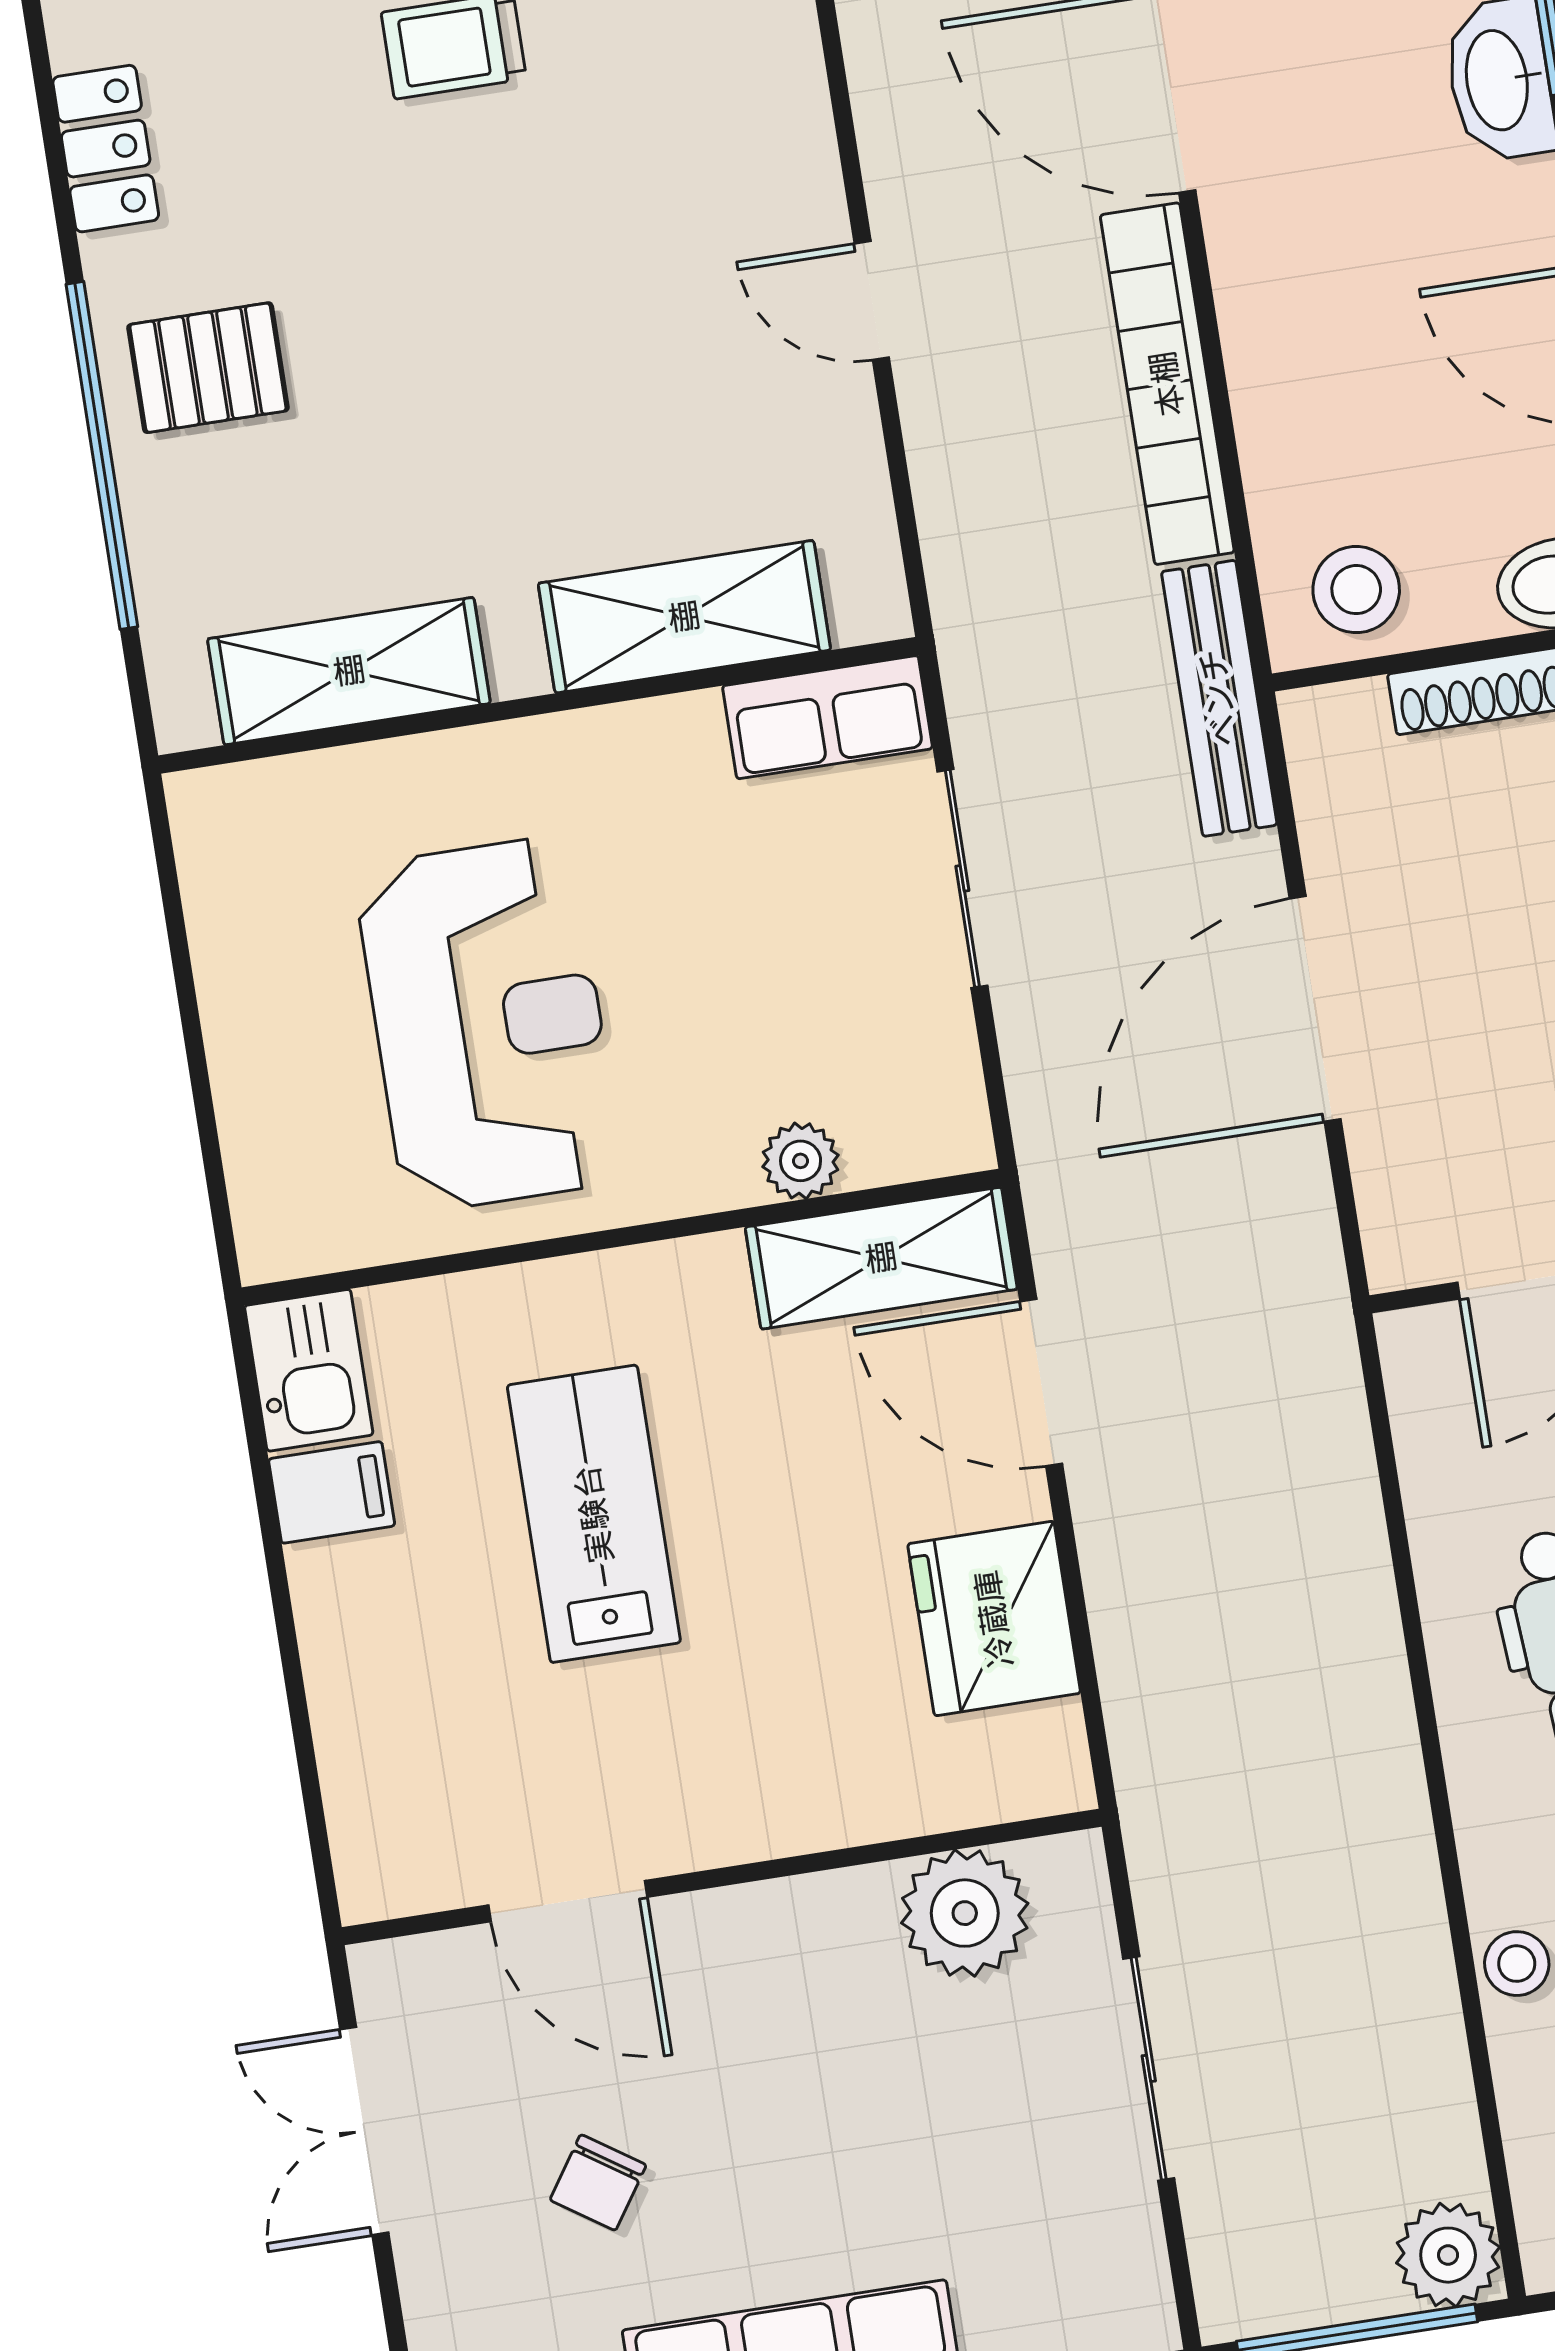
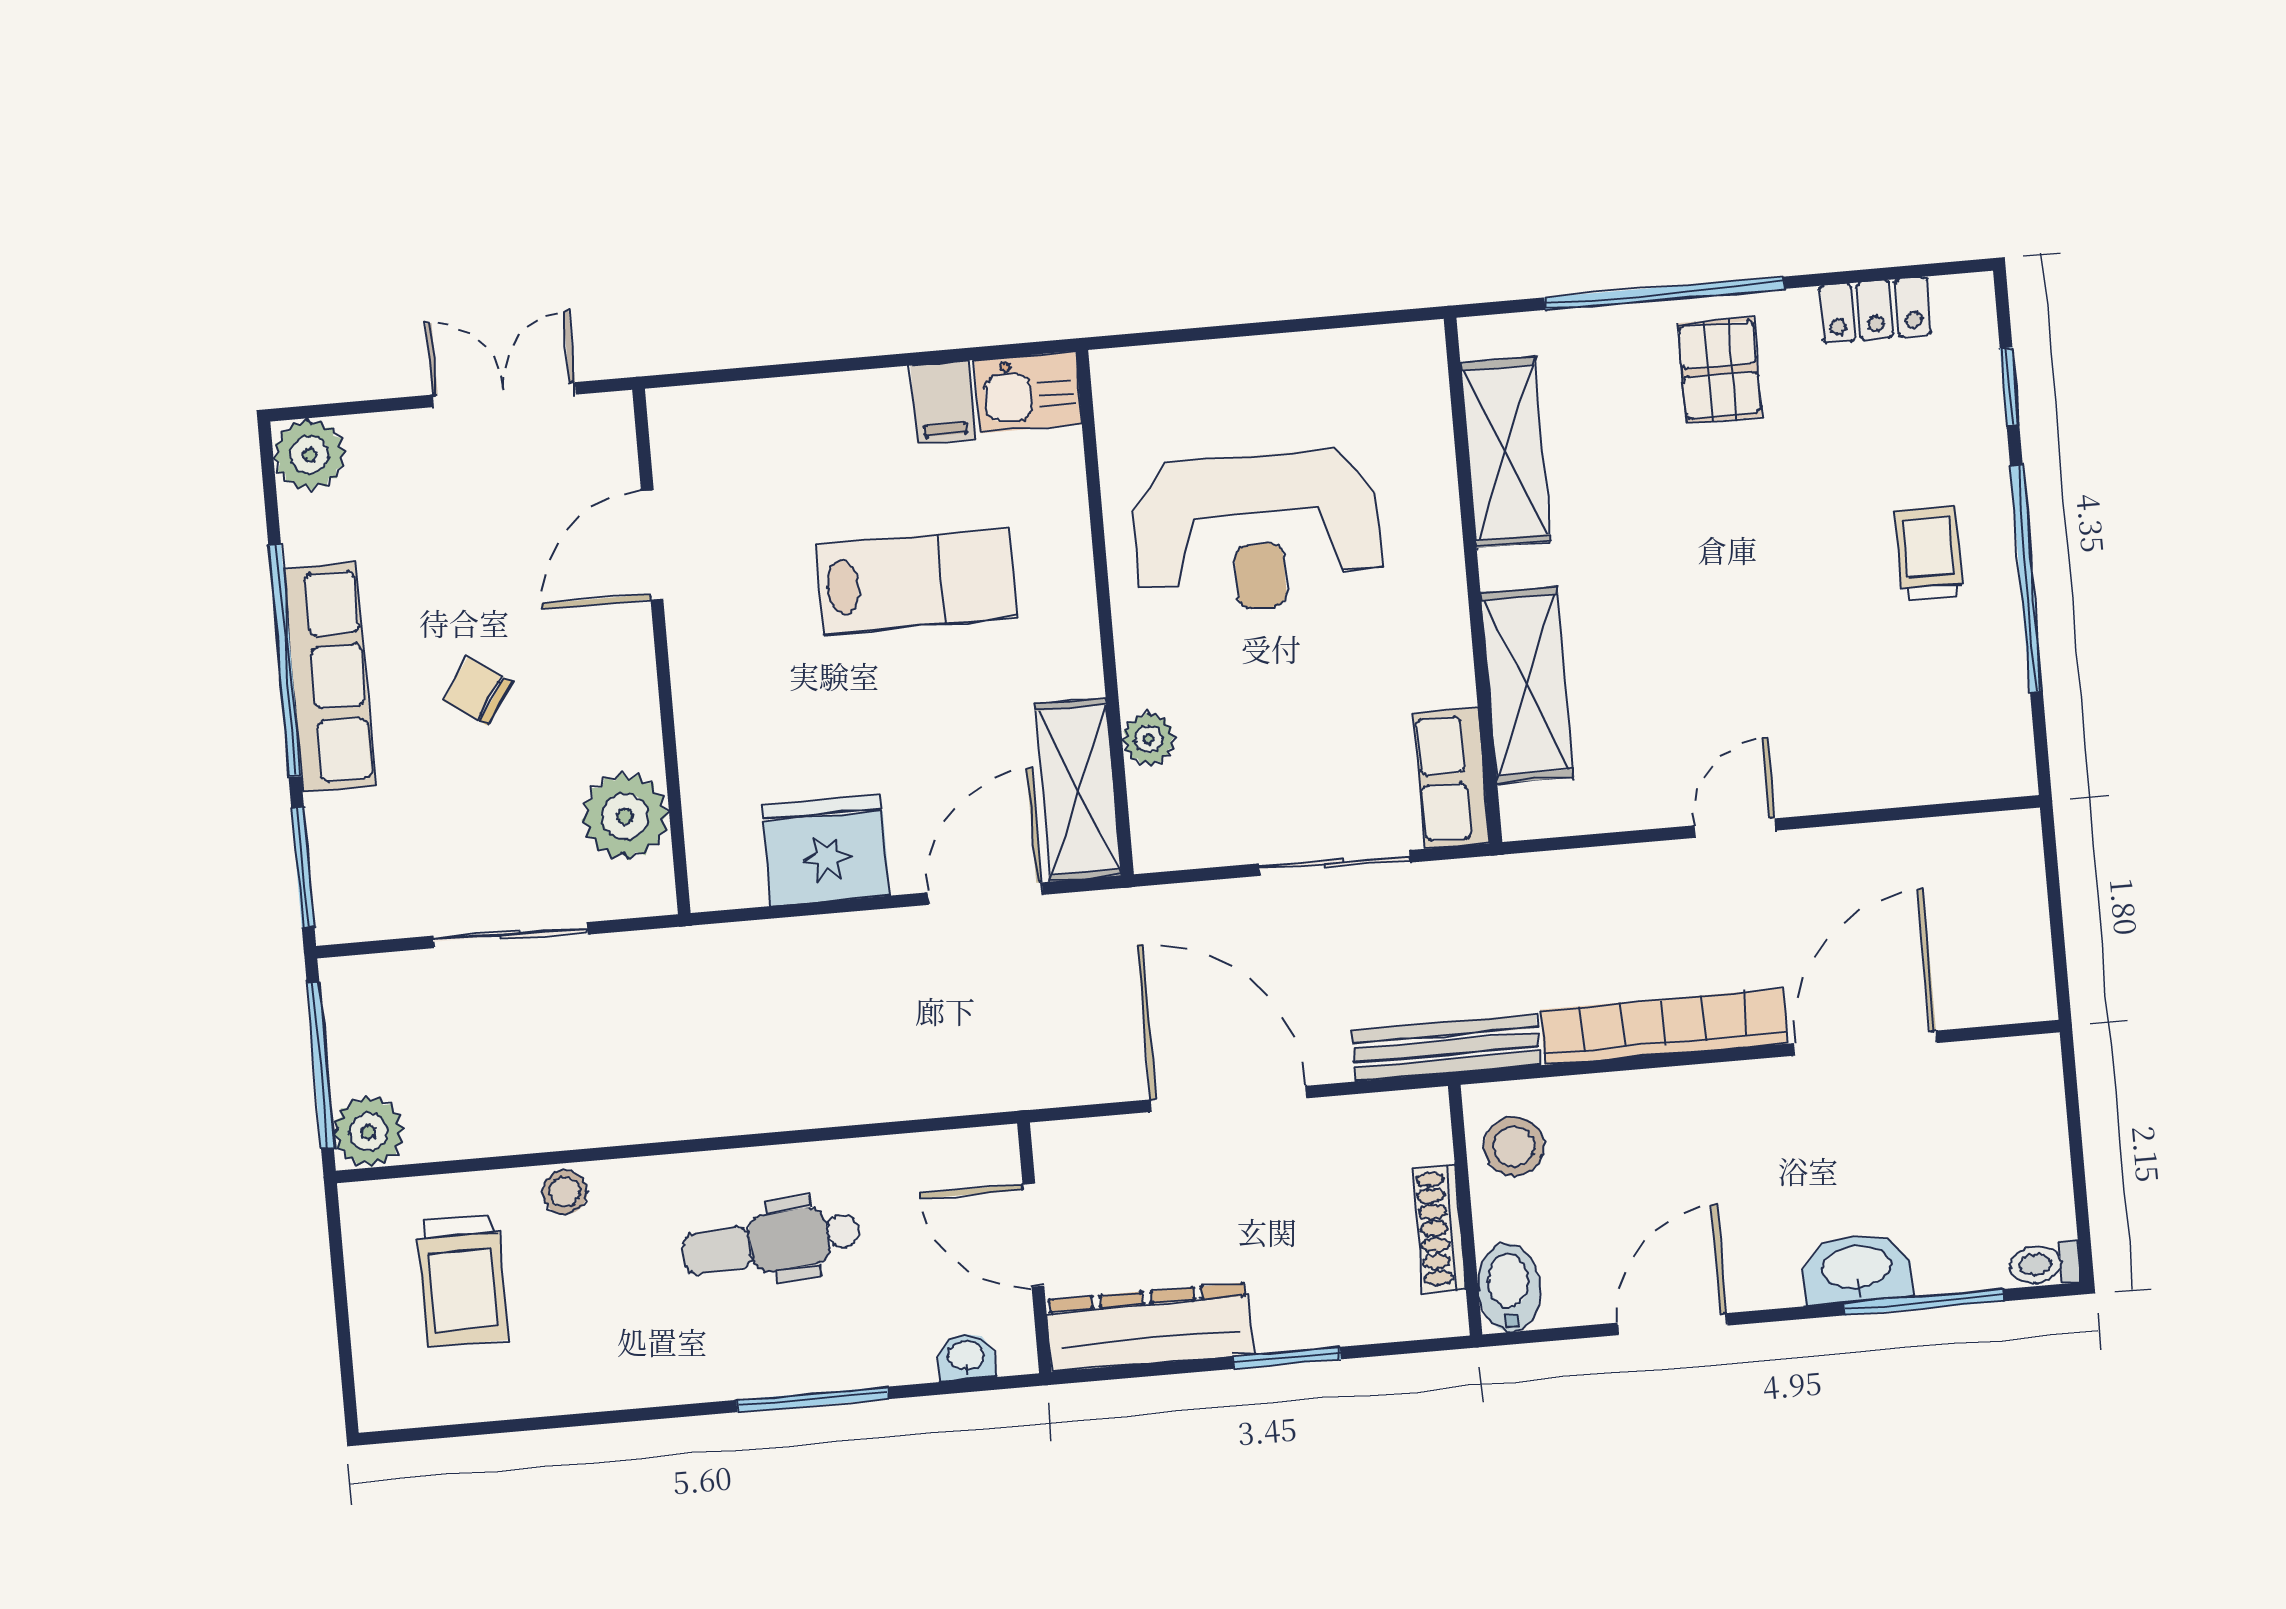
chair: (598, 2183) -> (477, 691), moved

